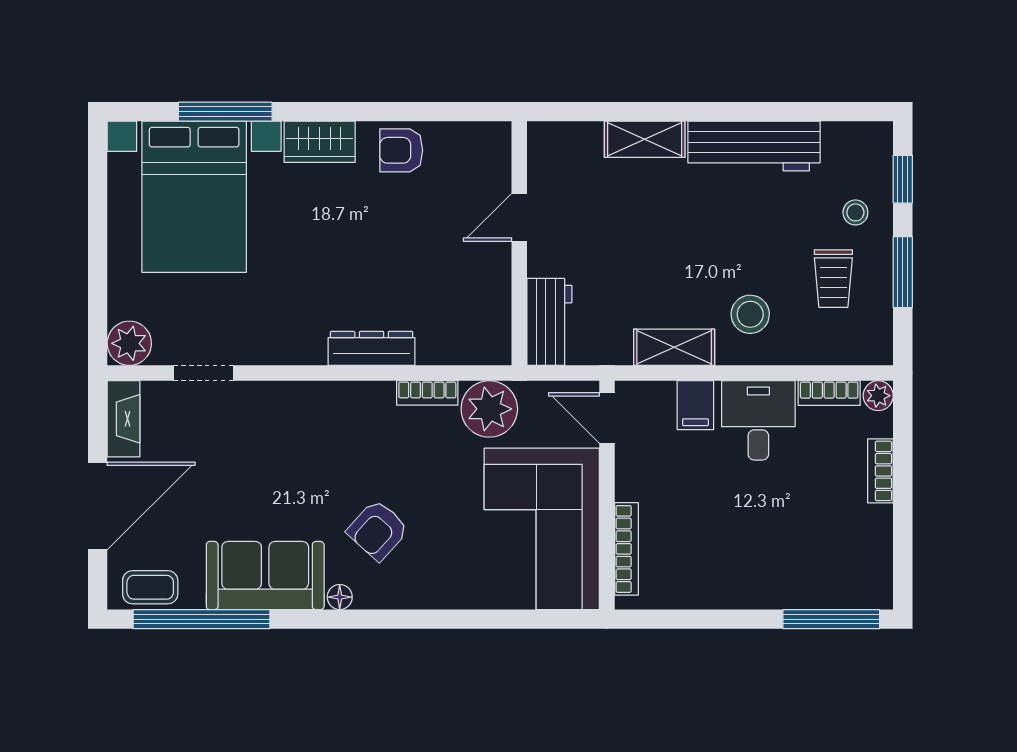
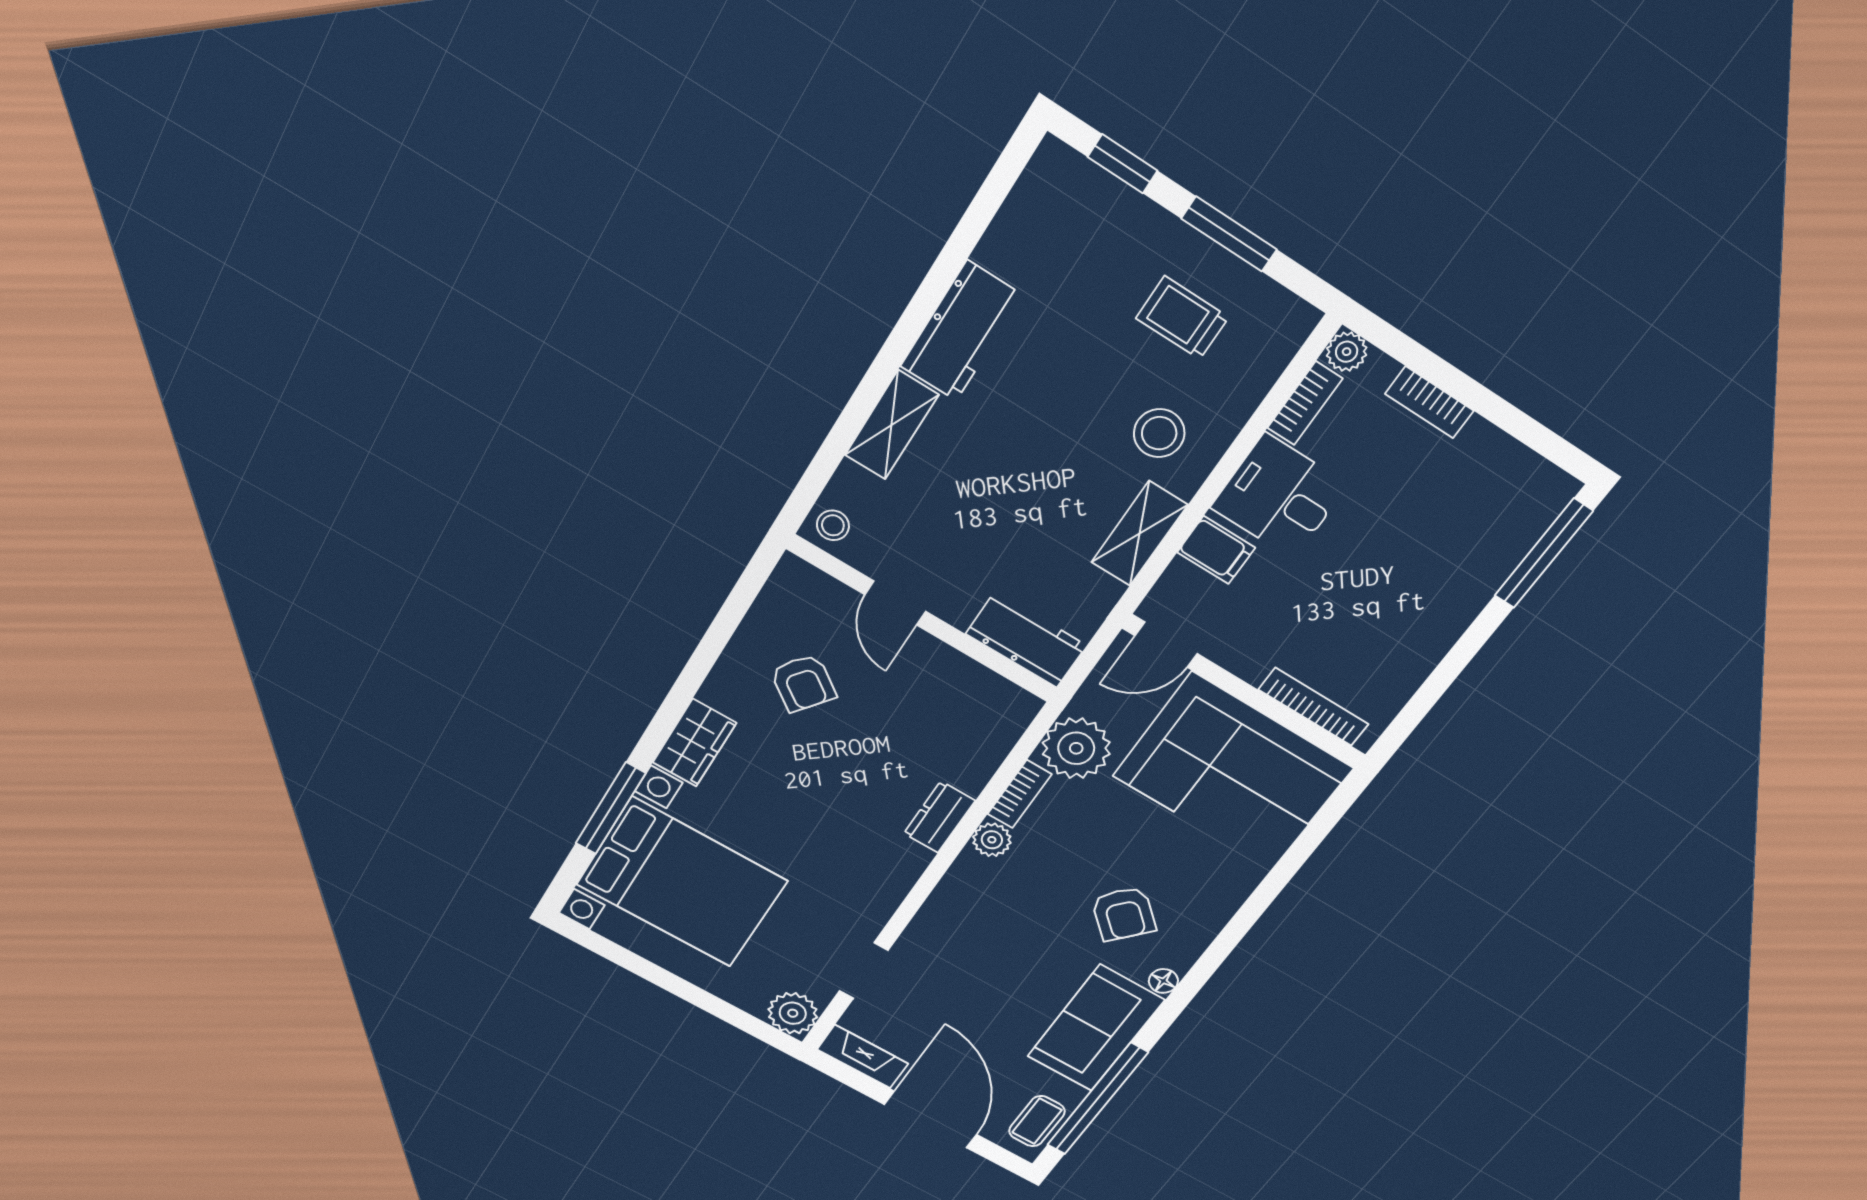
workbench: (754, 146) -> (962, 331), width x0.73
armchair: (401, 150) -> (803, 683), moved, turned -53
stool: (855, 212) -> (833, 525), moved
trolley: (833, 279) -> (1182, 318), turned 180
dresser: (372, 348) -> (939, 817), width x0.70
plant: (377, 397) -> (992, 840), added

